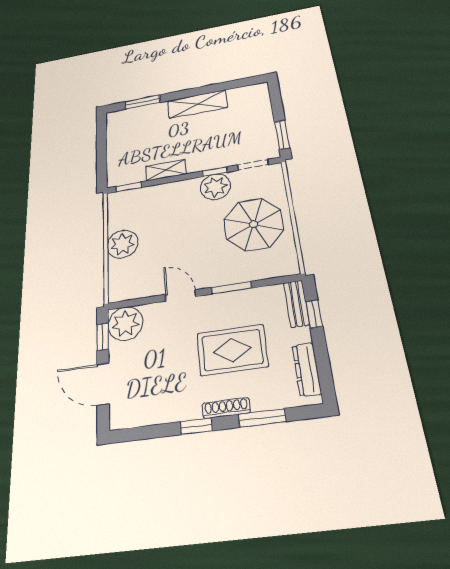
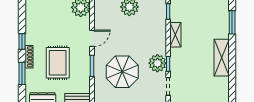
parasol: (253, 224) -> (122, 72), moved

